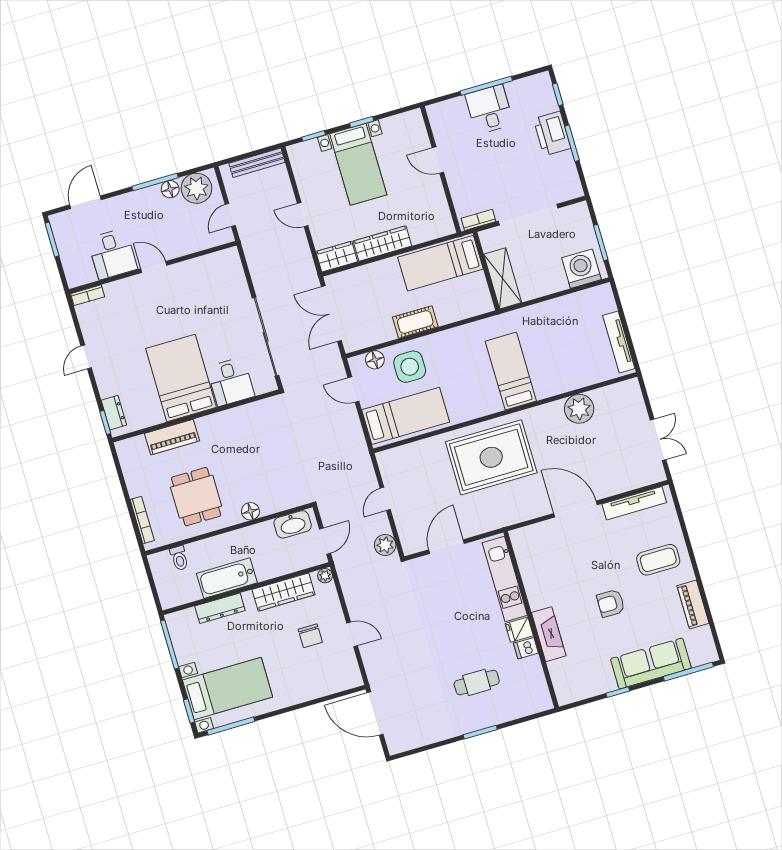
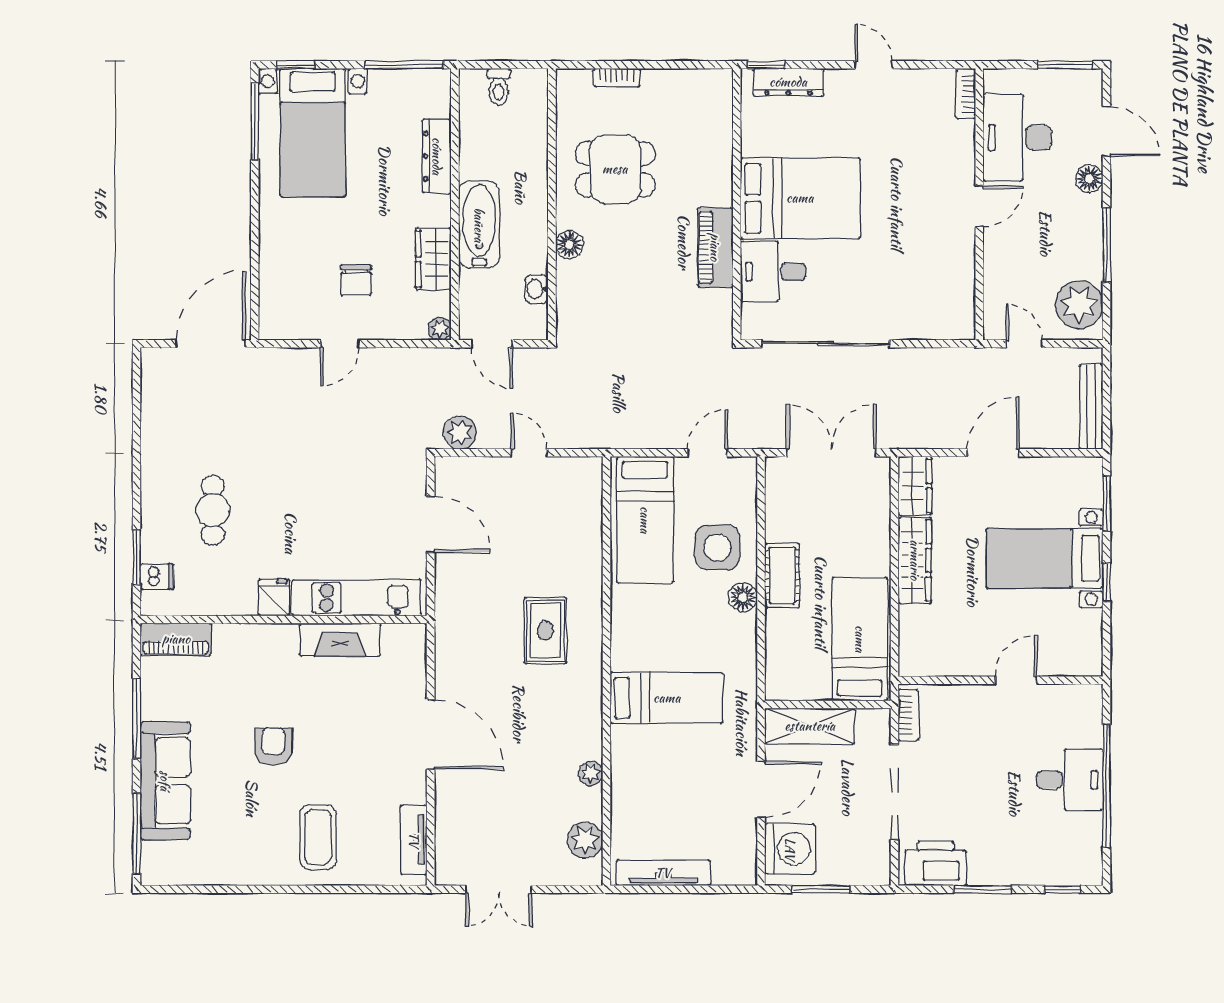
window: (486, 86) -> (1107, 786), width x1.46
printer: (552, 134) -> (936, 864), moved
window: (314, 136) -> (1107, 504), width x1.50
floor lamp: (170, 189) -> (1089, 179), moved
door: (303, 215) -> (993, 453), width x1.38
desk: (112, 254) -> (1017, 138), width x1.37
door: (550, 297) -> (761, 790), added
floor lamp: (375, 360) -> (743, 597), moved
plant: (613, 396) -> (585, 840), added
plant: (579, 409) -> (591, 773), width x0.53, depth x0.53
dresser: (114, 413) -> (788, 82), width x1.44
piano: (172, 437) -> (715, 247), moved
rug: (491, 457) -> (545, 631), width x0.54, depth x0.49
tv unit: (634, 503) -> (414, 840), width x0.71
door: (575, 509) -> (431, 735), hinge flipped
bookcase: (142, 520) -> (617, 78), width x0.64
washbasin: (293, 524) -> (537, 289), width x0.52, depth x0.69
toilet: (179, 558) -> (499, 87), moved, turned -90
bathtub: (227, 578) -> (479, 225), moved
wardrobe: (284, 592) -> (433, 259), width x0.67
piano: (693, 604) -> (176, 639), moved, turned 180
fireplace: (549, 634) -> (340, 640), moved
chair: (310, 636) -> (356, 280), turned -90
dishwasher: (526, 648) -> (157, 577), moved, turned 90
window: (618, 692) -> (137, 718), width x2.17
window: (480, 732) -> (137, 557), moved

